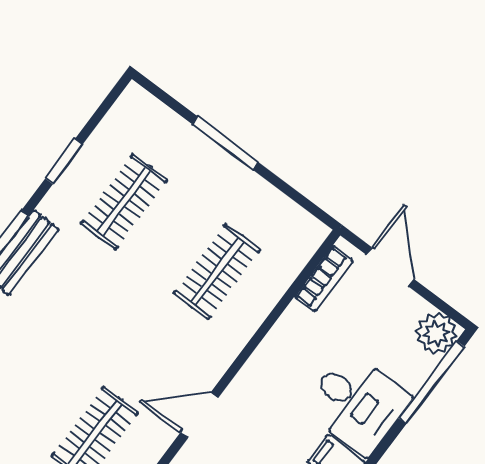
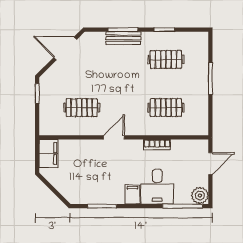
bookcase: (324, 279) -> (157, 145), moved
door: (199, 415) -> (114, 137), hinge flipped

